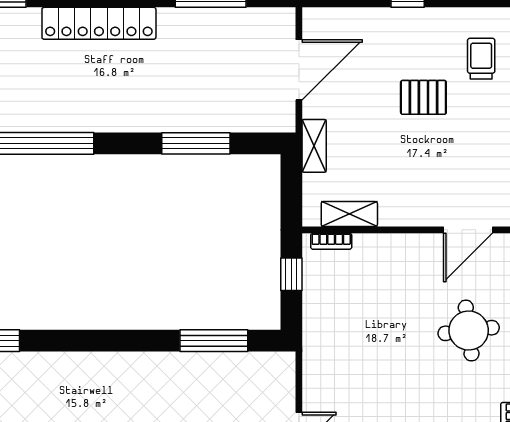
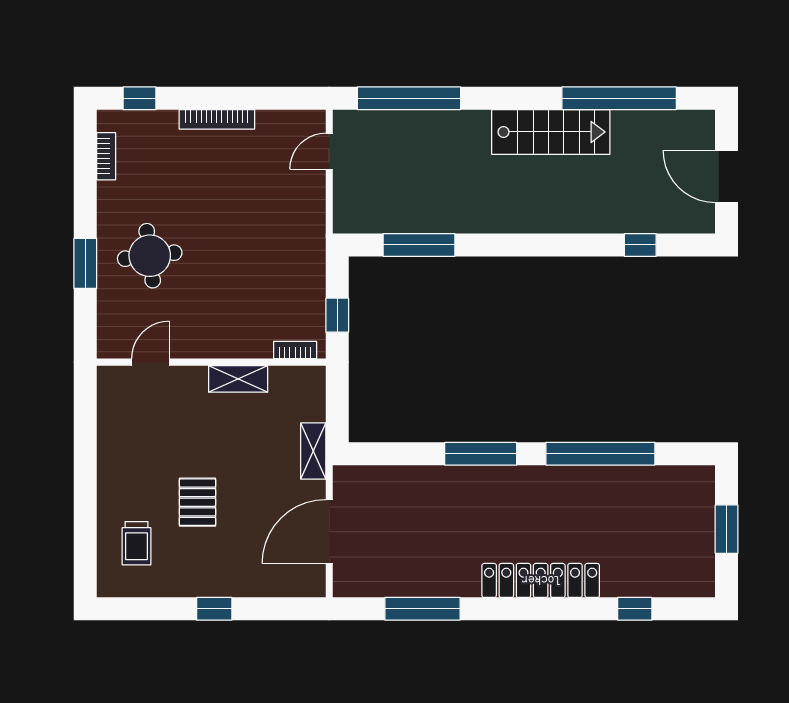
pallet: (423, 97) -> (197, 502), turned 90
window: (196, 143) -> (481, 454), moved
shelving: (349, 214) -> (238, 379), moved
door: (468, 230) -> (150, 362), width x0.73

